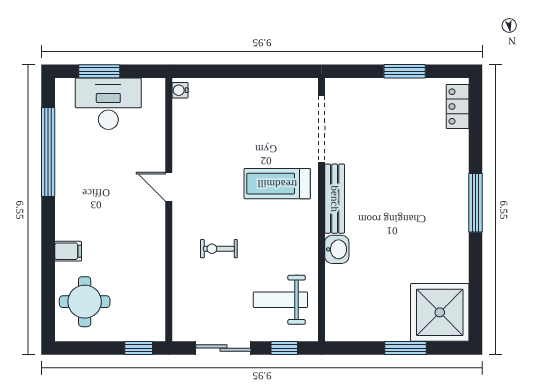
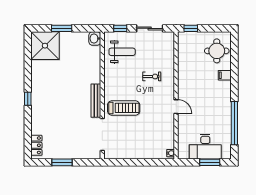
window: (475, 203) -> (28, 99), width x0.46
washbasin: (337, 249) -> (95, 39), moved

